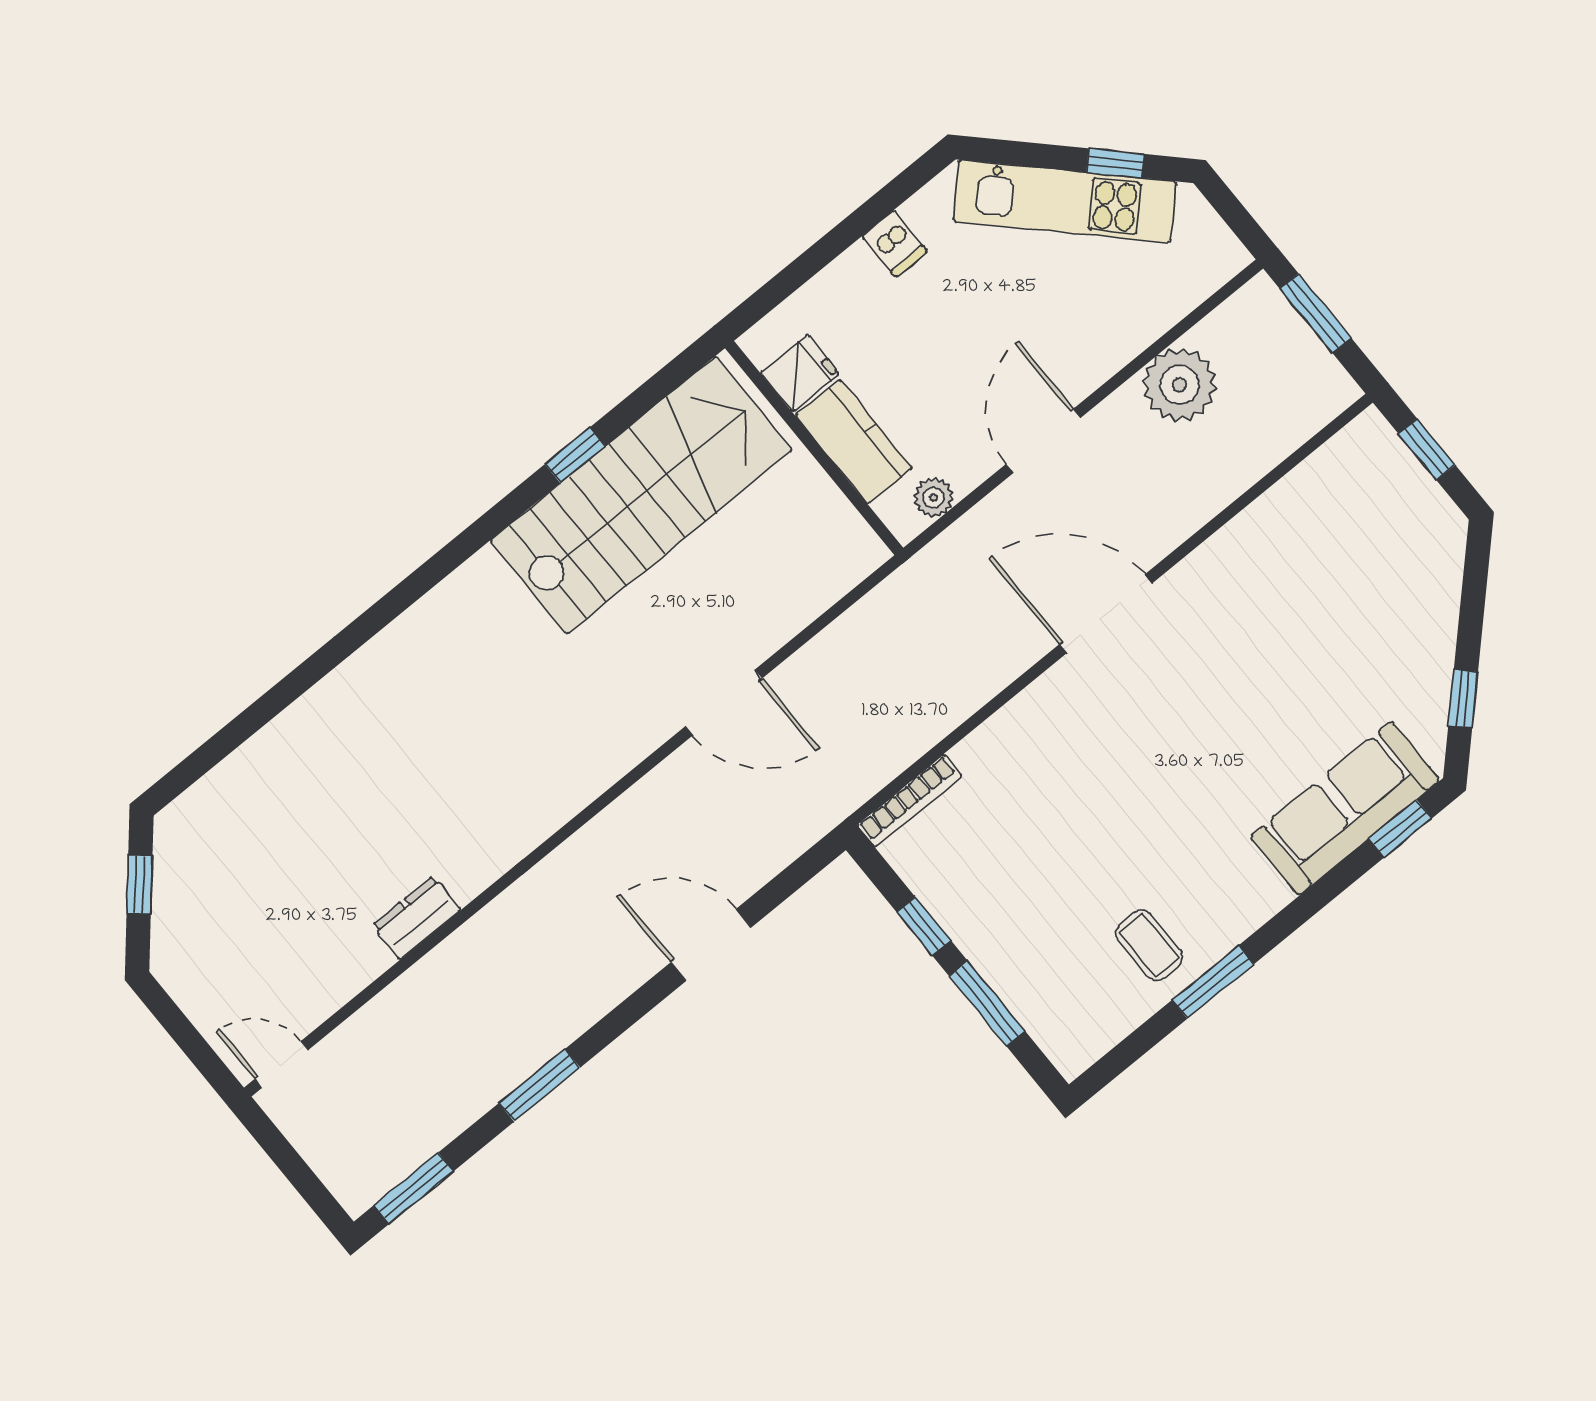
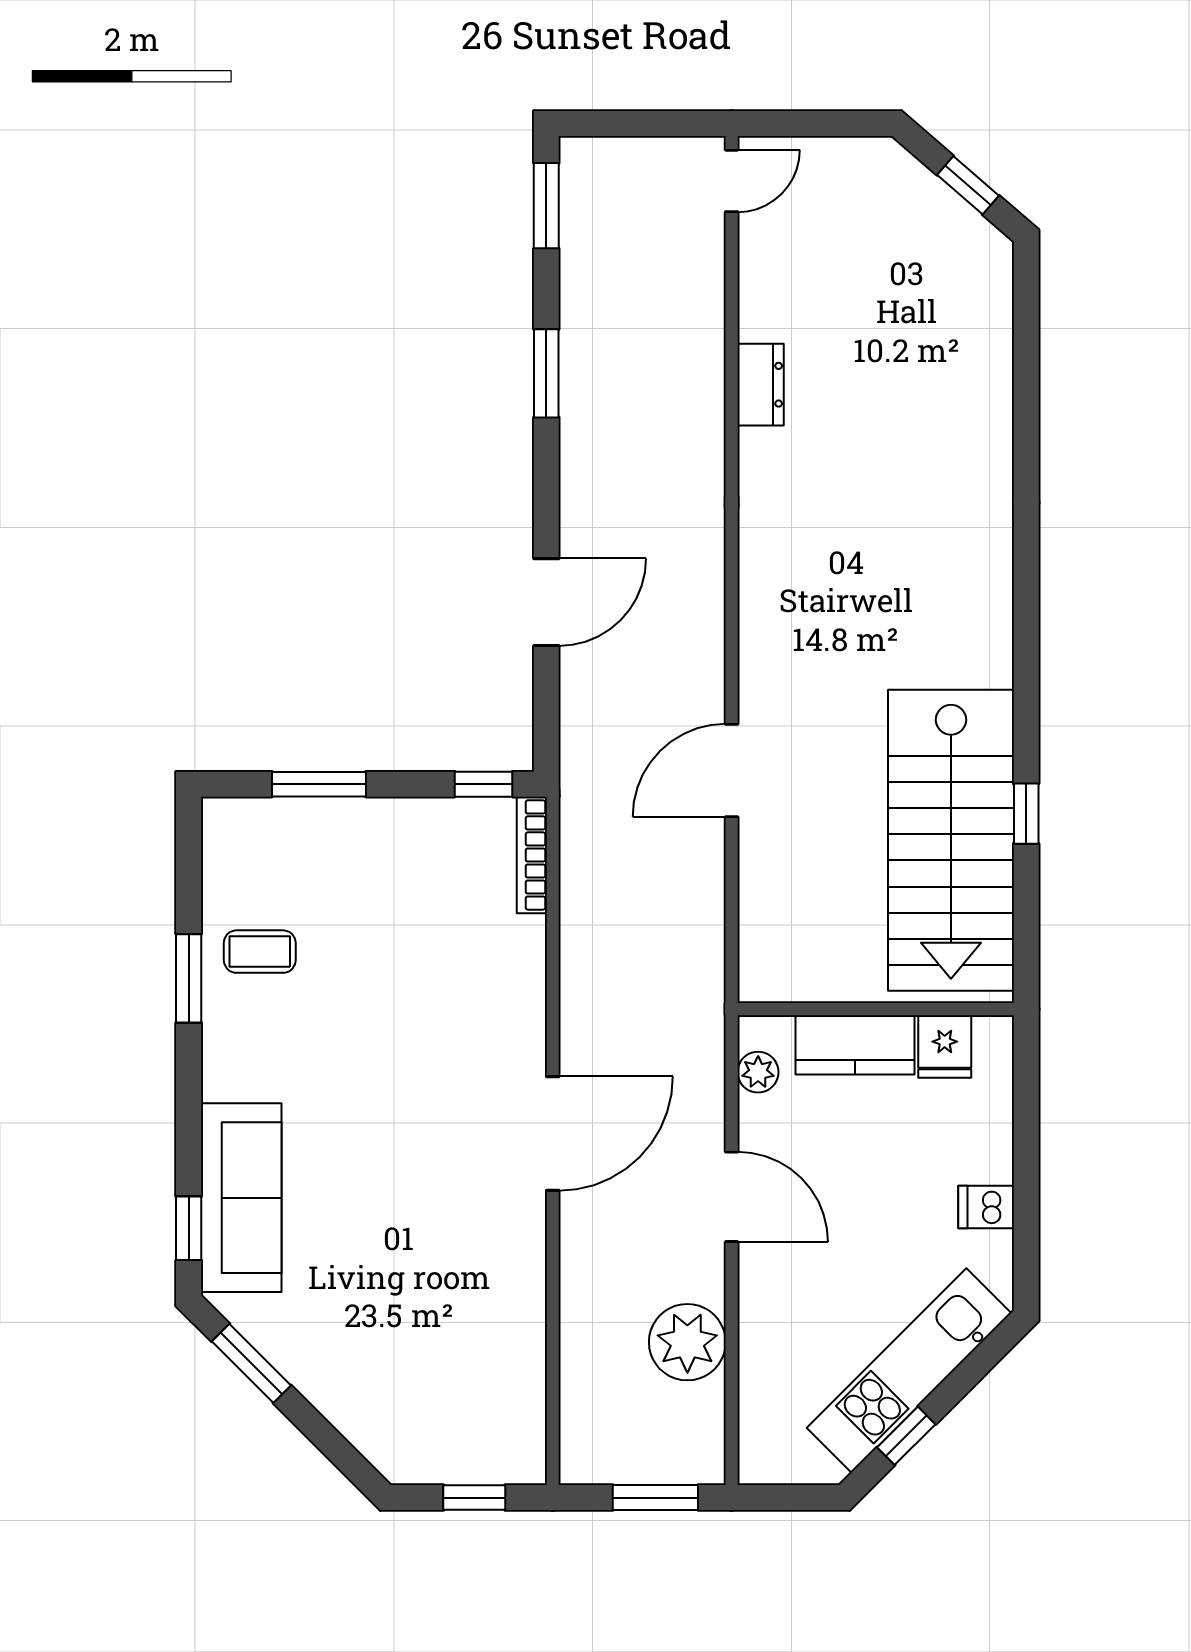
window: (1463, 699) -> (251, 1363), width x1.50
window: (924, 926) -> (484, 784), moved

